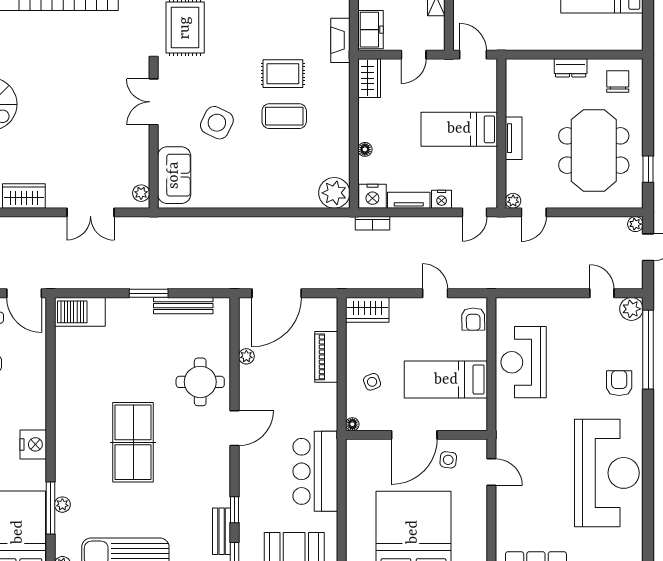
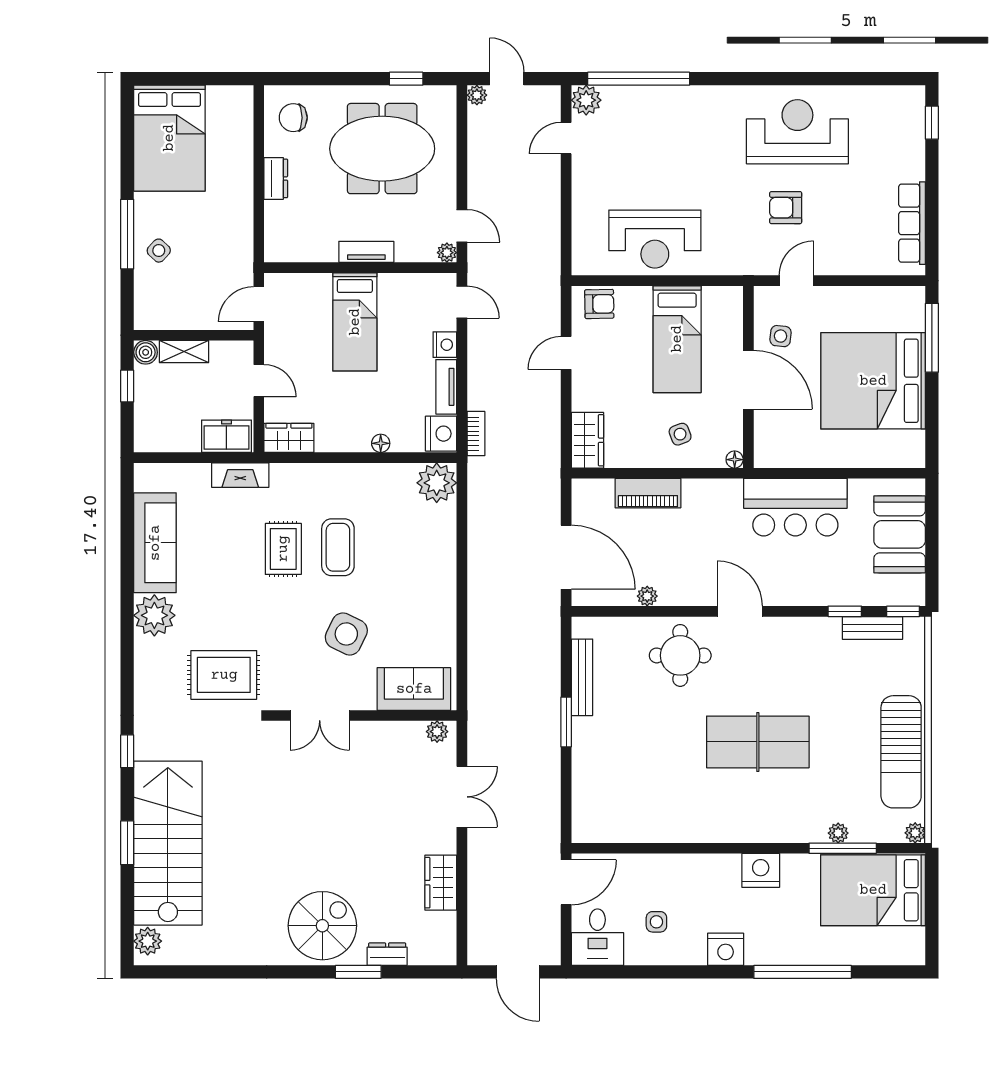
barbecue: (80, 312) -> (590, 811), removed
armchair: (619, 383) -> (786, 208), moved
reception desk: (607, 473) -> (797, 132), width x0.74, depth x0.77

